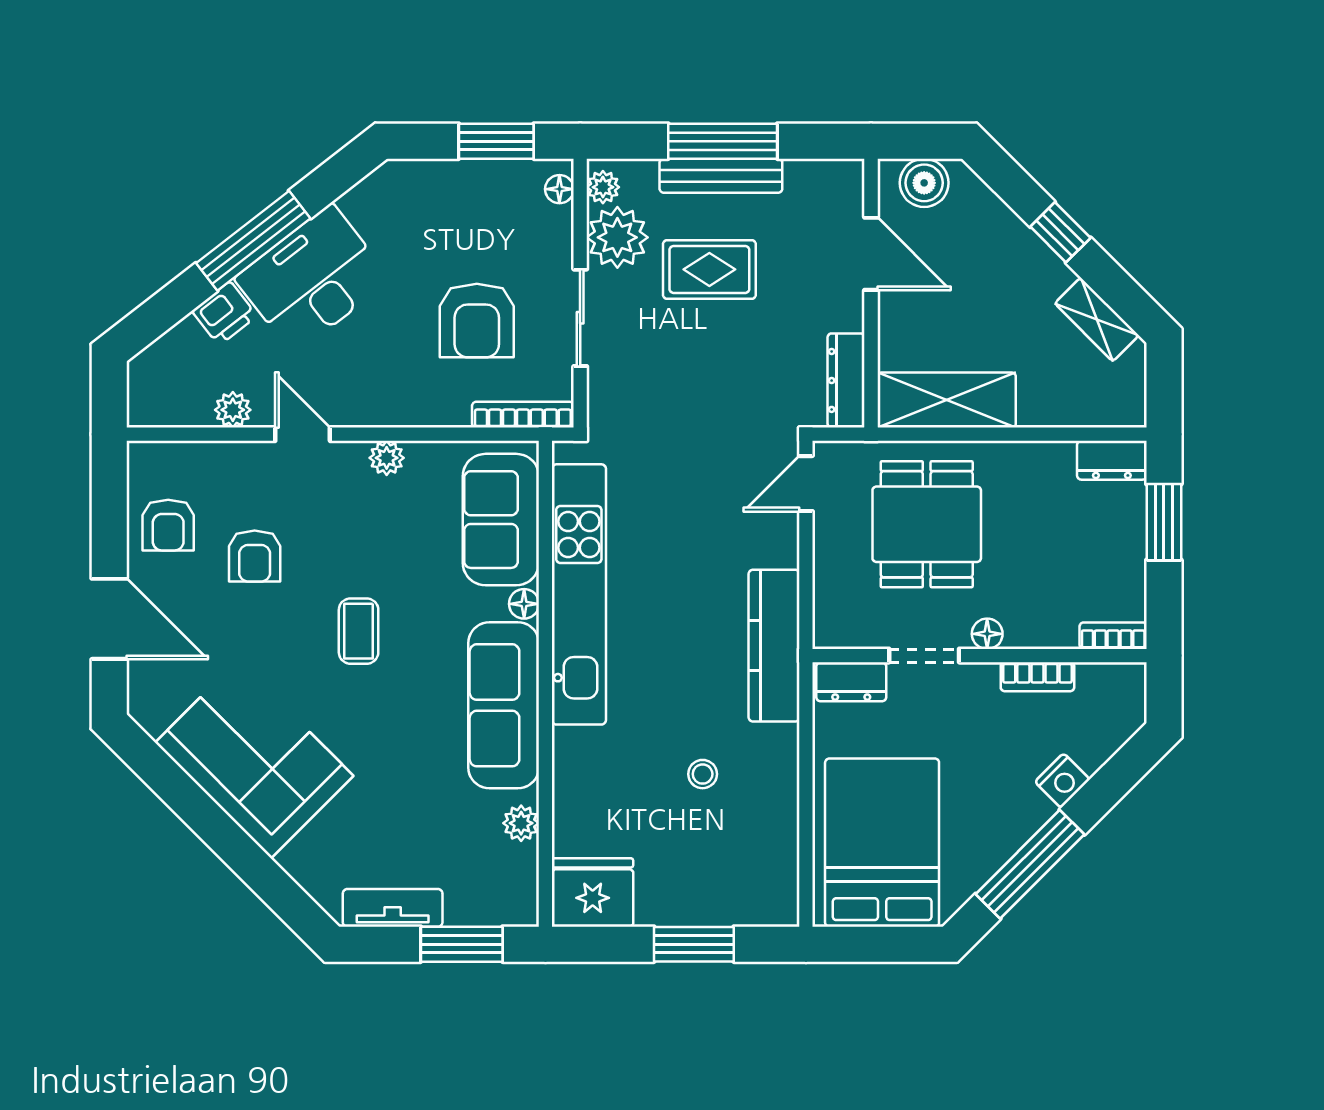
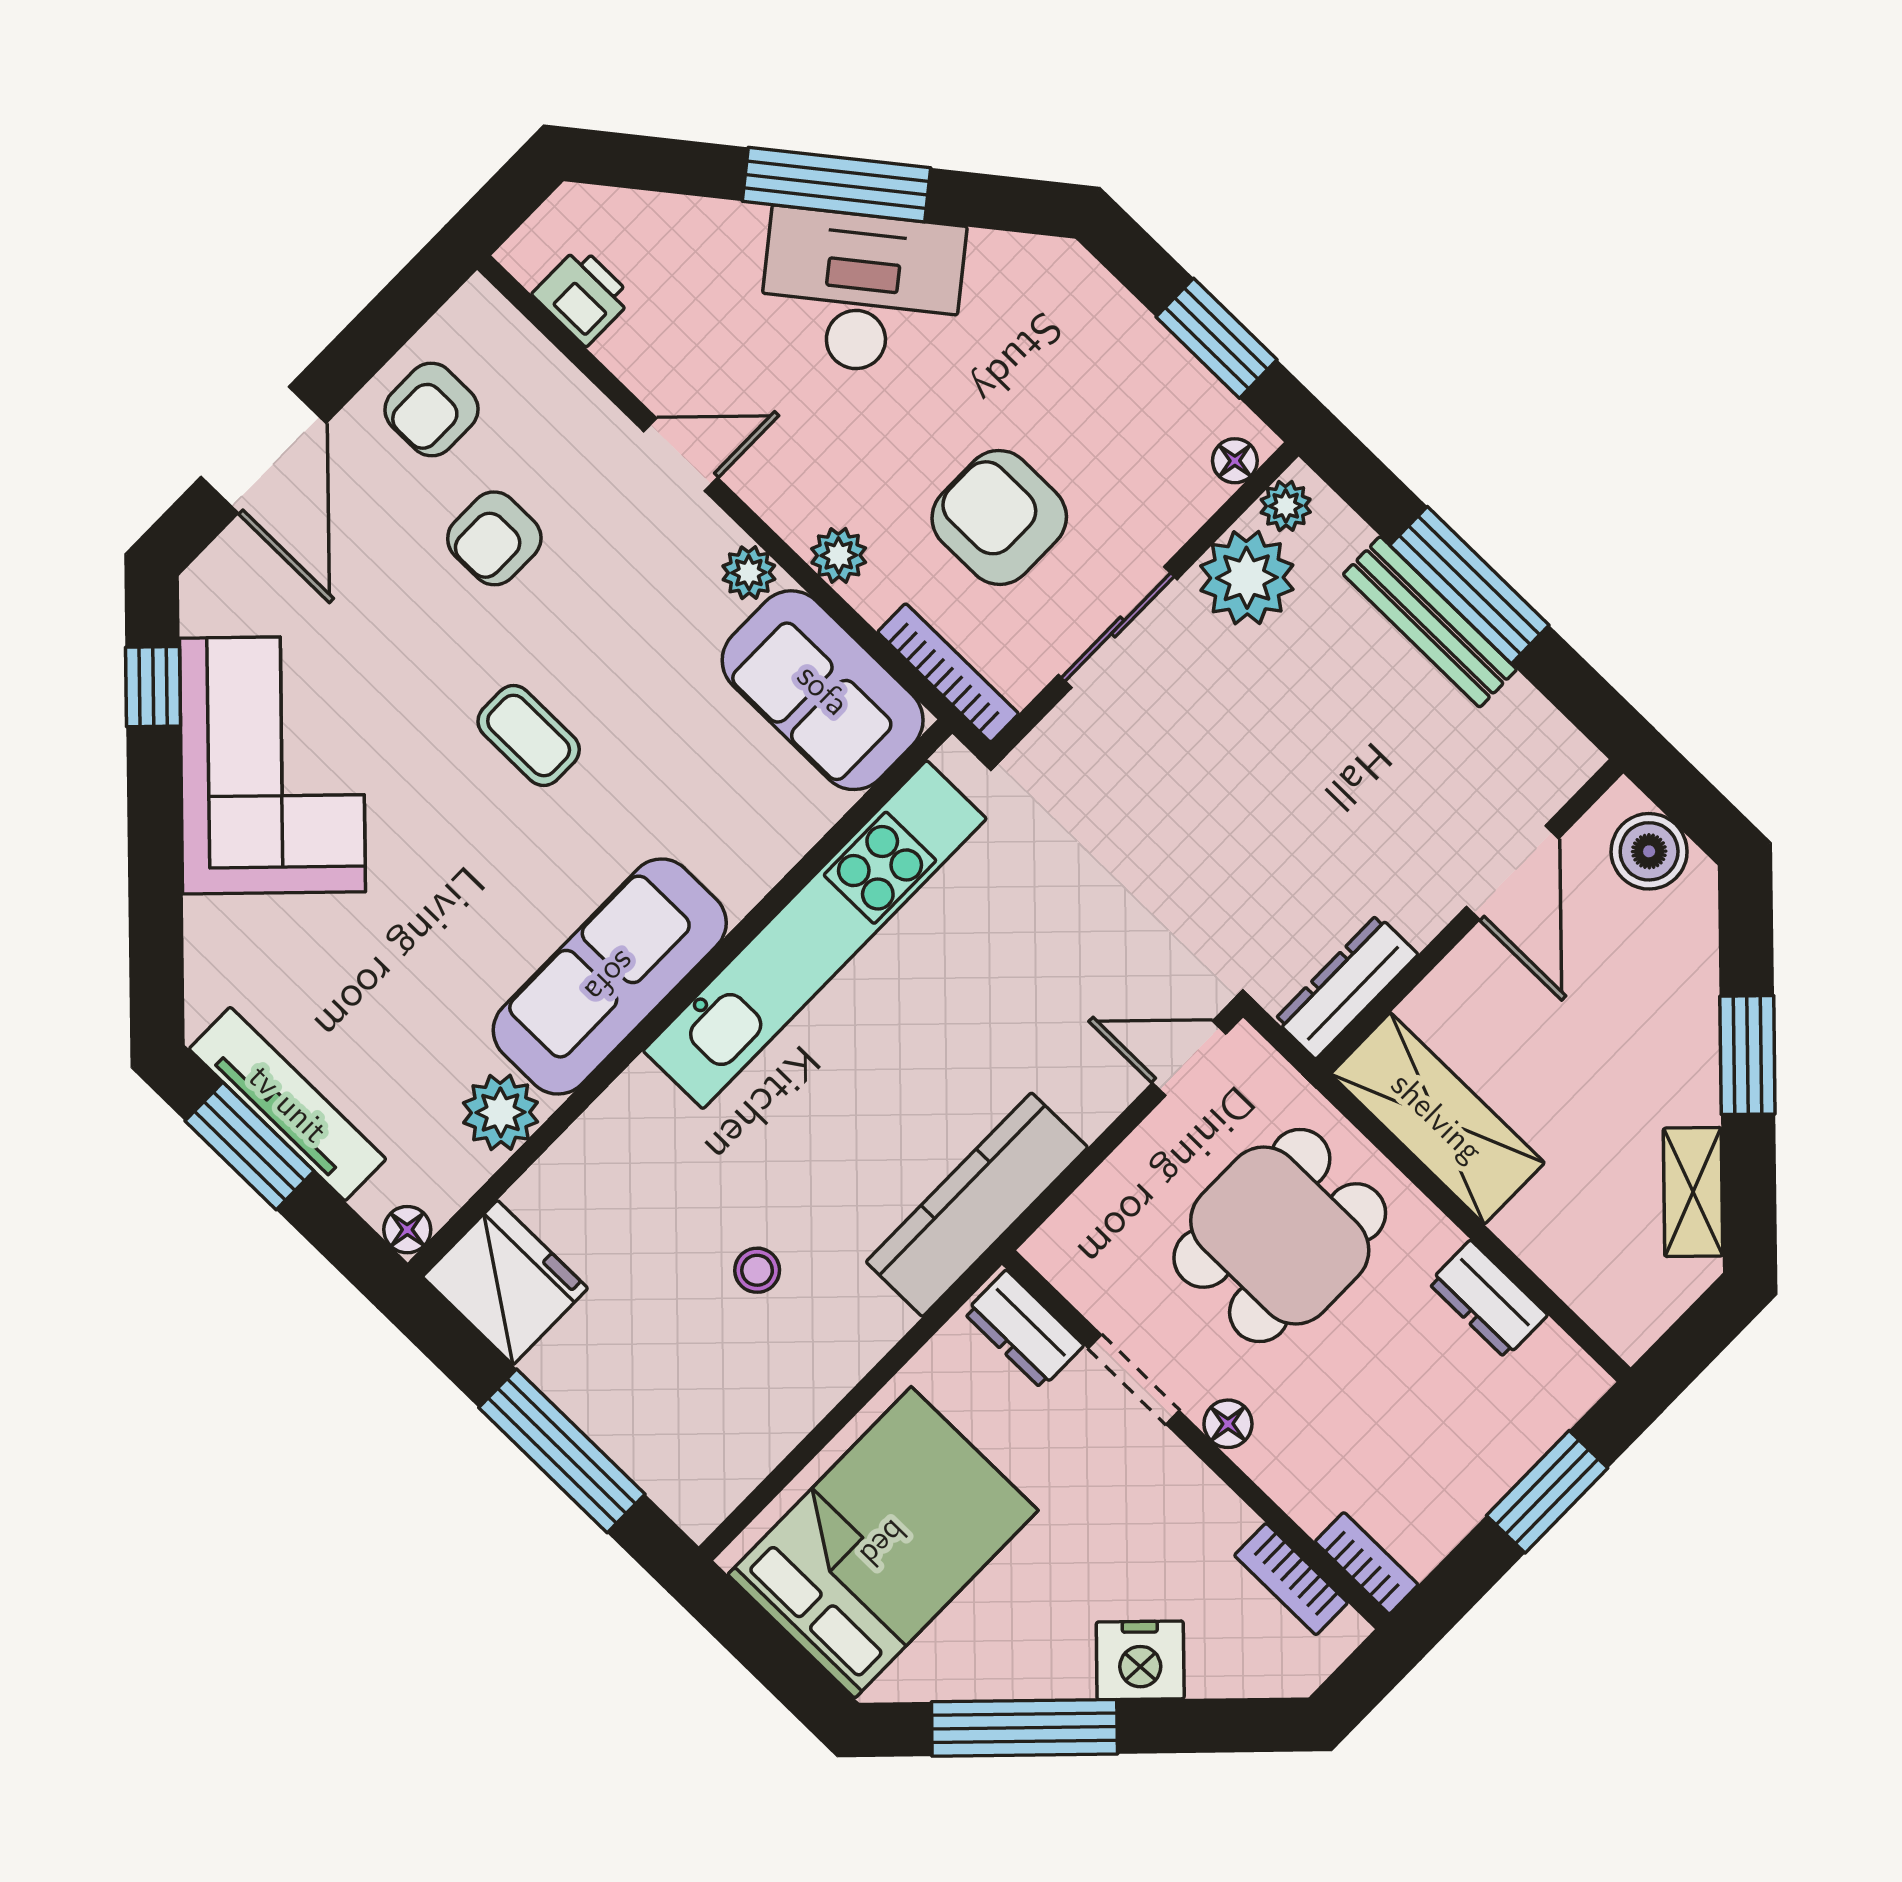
window: (1060, 232) -> (1747, 1055), width x1.50
rug: (709, 269) -> (1315, 714), removed
printer: (224, 313) -> (583, 296), moved, turned -142
armchair: (477, 321) -> (999, 517), turned 90
plant: (233, 410) -> (839, 555), moved
door: (303, 434) -> (681, 454), hinge flipped
dresser: (1112, 460) -> (1488, 1299), moved
sofa: (501, 520) -> (823, 690), moved, turned -90
floor lamp: (524, 604) -> (407, 1230), moved
coffee table: (359, 631) -> (529, 735), turned 90
bookcase: (1037, 677) -> (1291, 1579), moved
window: (164, 777) -> (153, 687), added
nightstand: (1062, 781) -> (1140, 1660), width x1.36, depth x1.33
plant: (521, 823) -> (501, 1112), width x1.38, depth x1.38
tv unit: (393, 908) -> (288, 1104), width x1.41
window: (462, 944) -> (249, 1146), moved
window: (694, 944) -> (562, 1451), width x1.44

